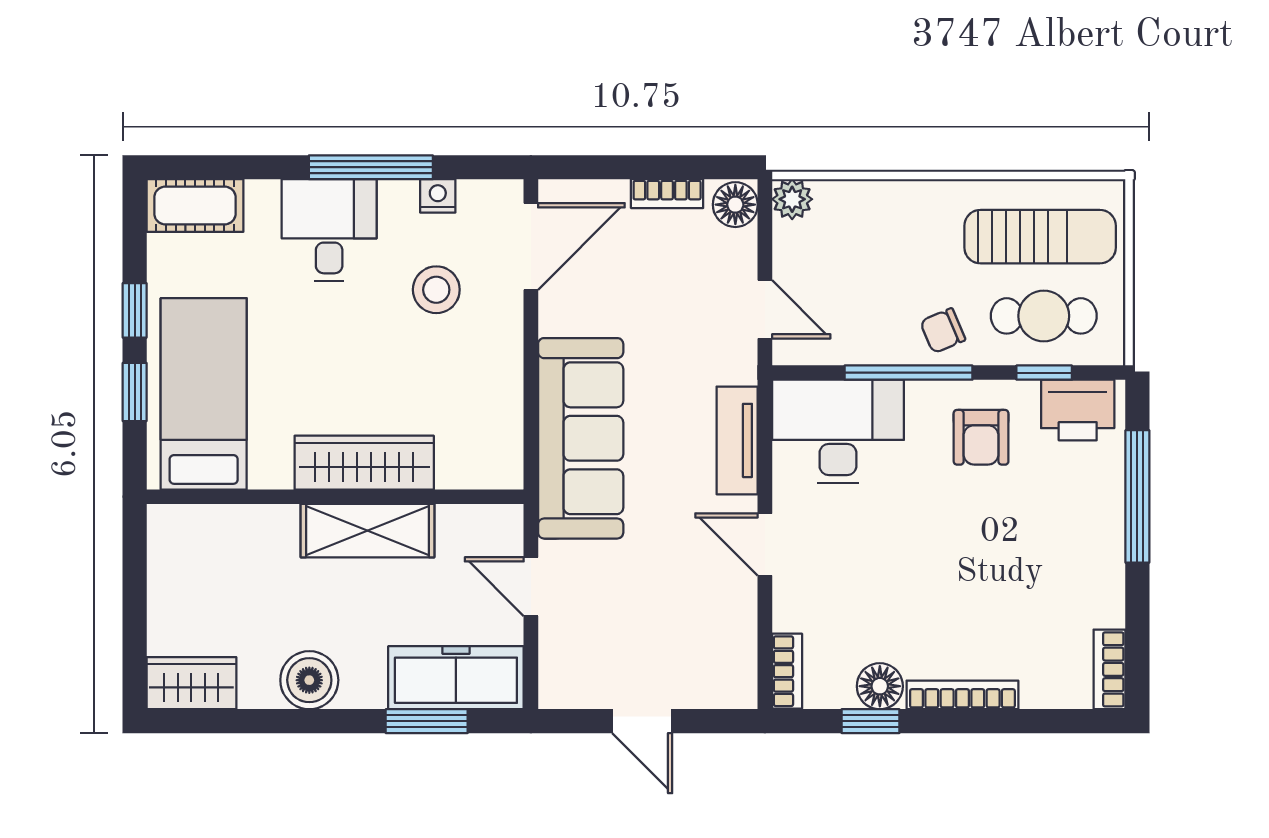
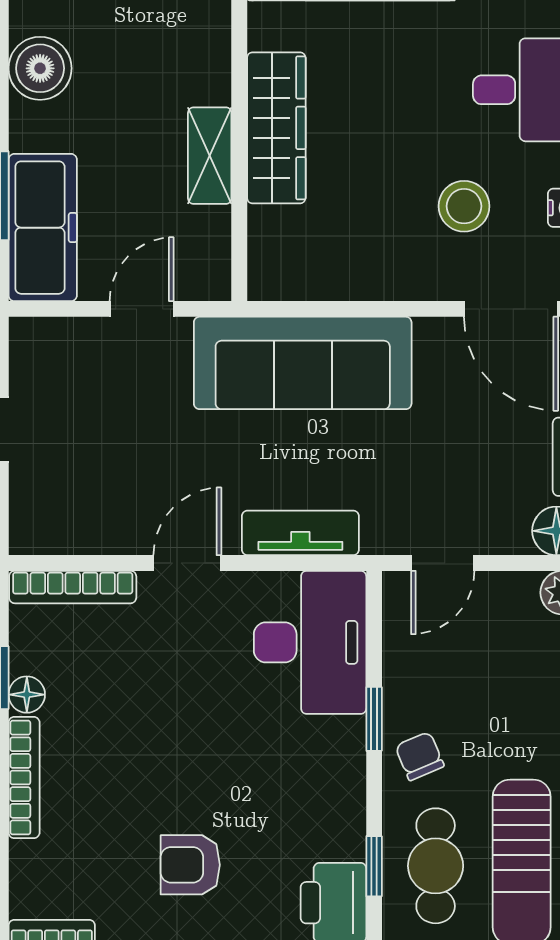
window: (908, 373) -> (374, 719), width x0.46
armchair: (981, 437) -> (190, 865), moved
shelving: (367, 531) -> (210, 156), width x0.67, depth x0.75
bookcase: (787, 671) -> (73, 587), width x1.56
floor lamp: (880, 686) -> (27, 695), width x0.73, depth x0.73

